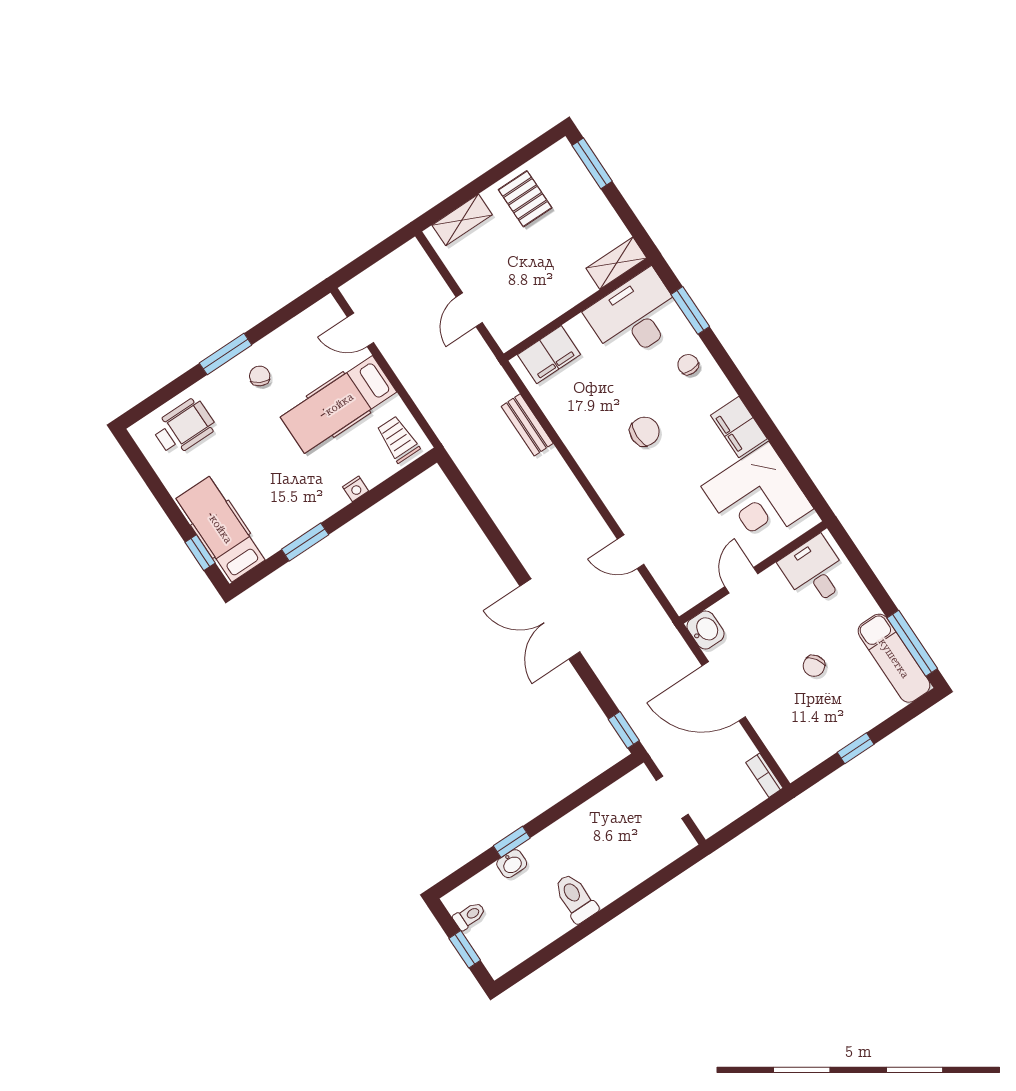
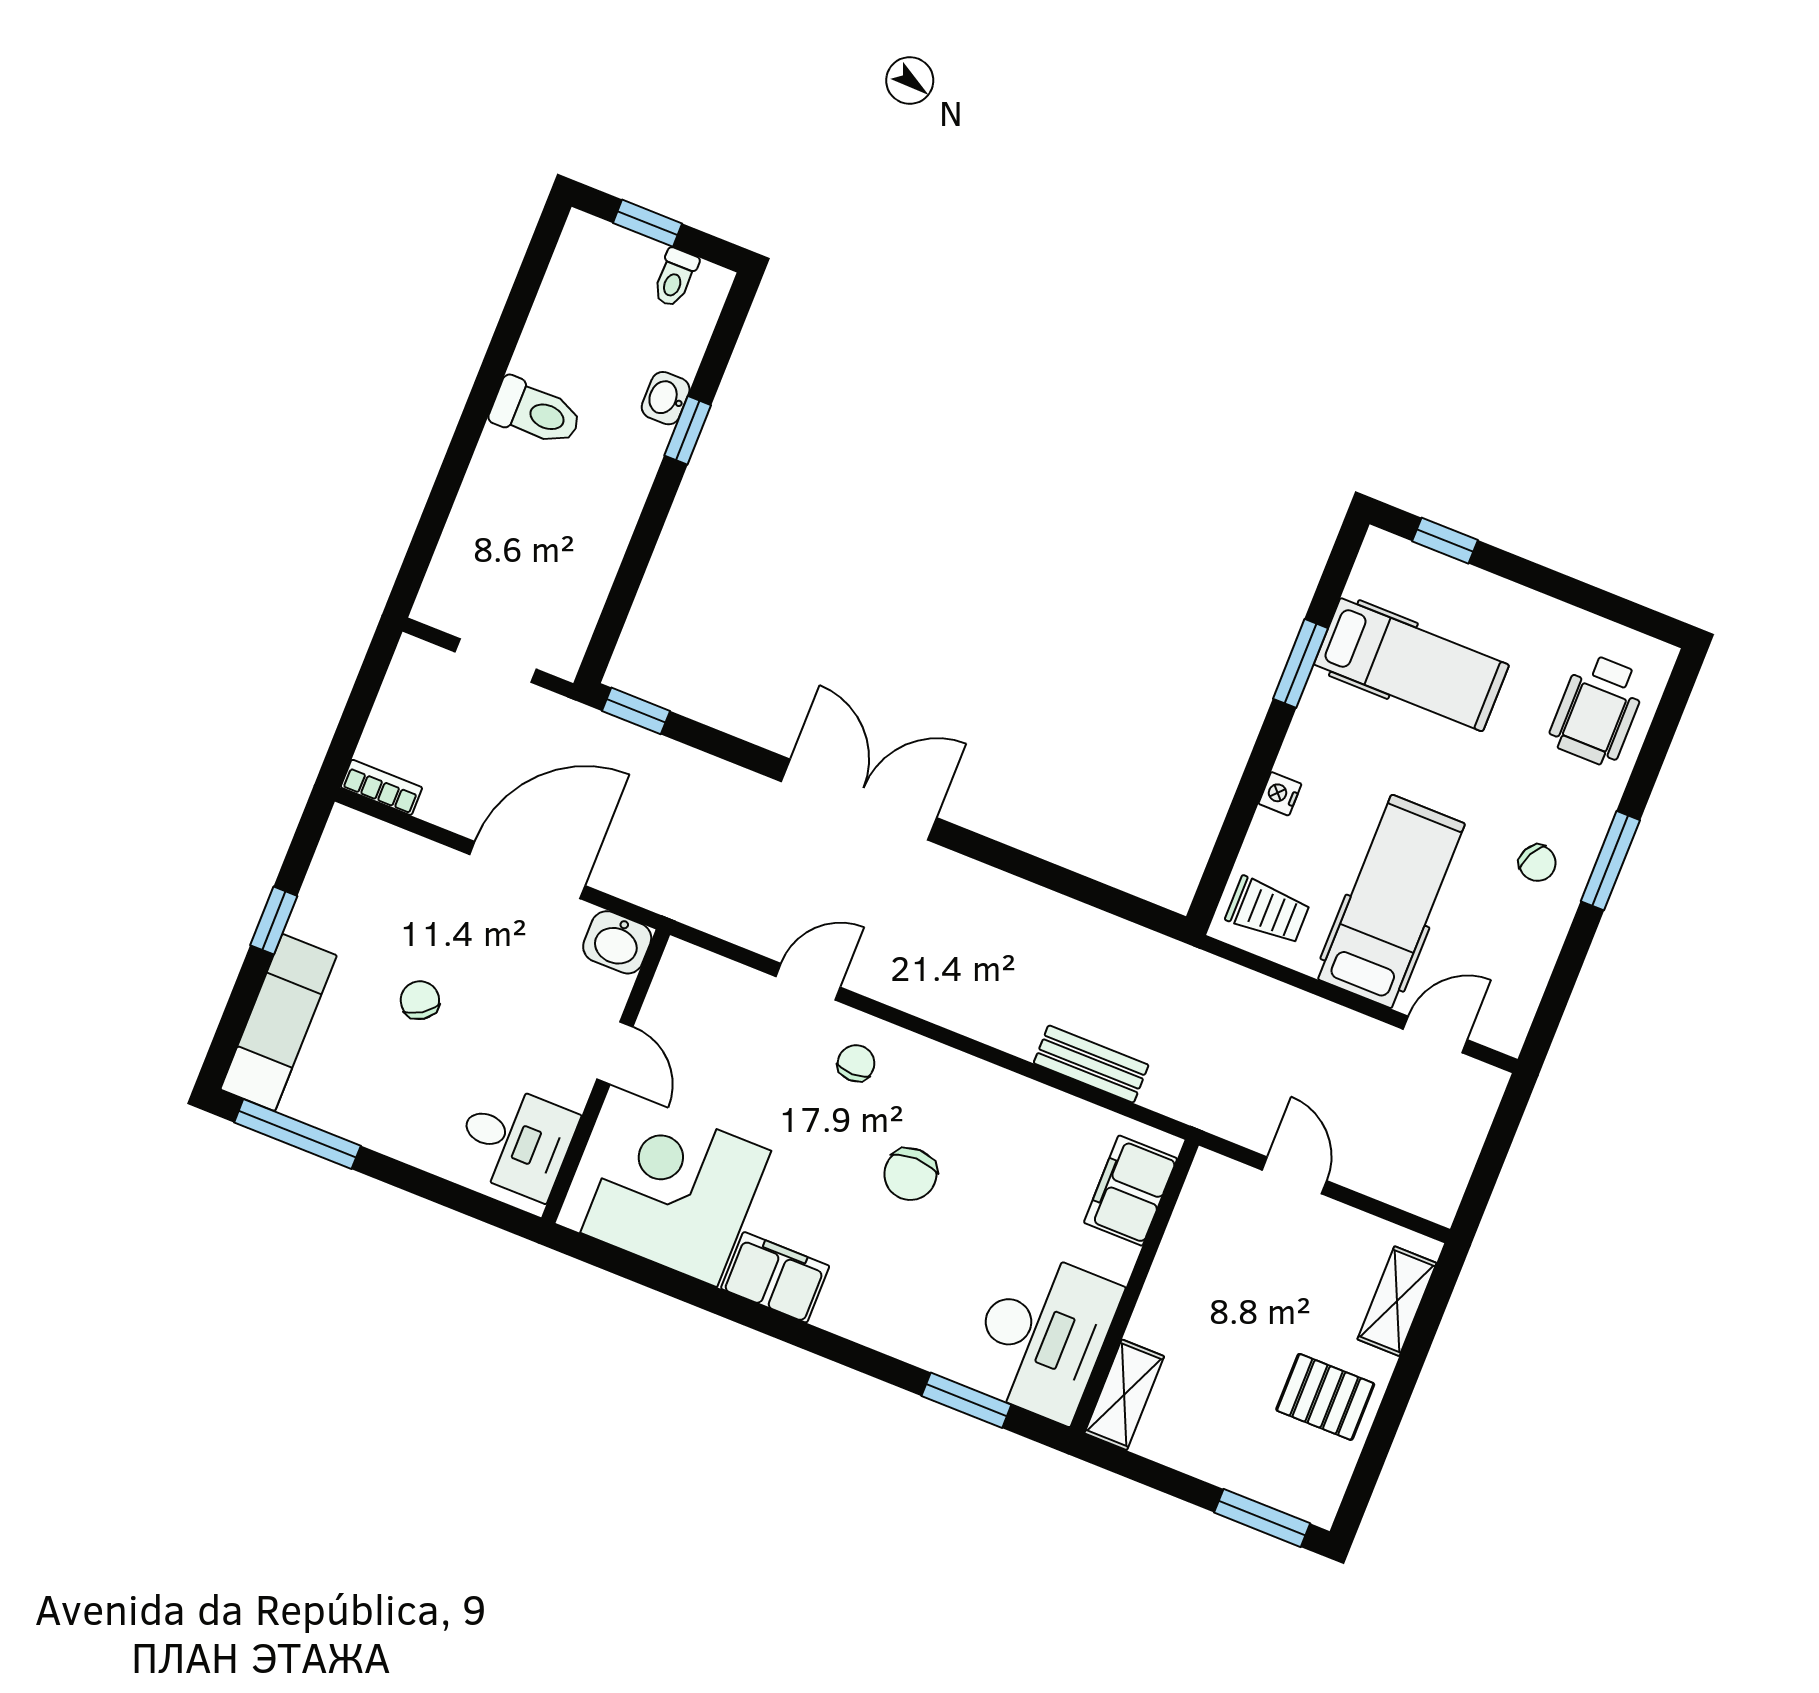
chair: (688, 365) -> (856, 1063), moved, turned -90
hospital bed: (221, 529) -> (1411, 665), moved
exam couch: (894, 658) -> (279, 1022), moved, turned 90

